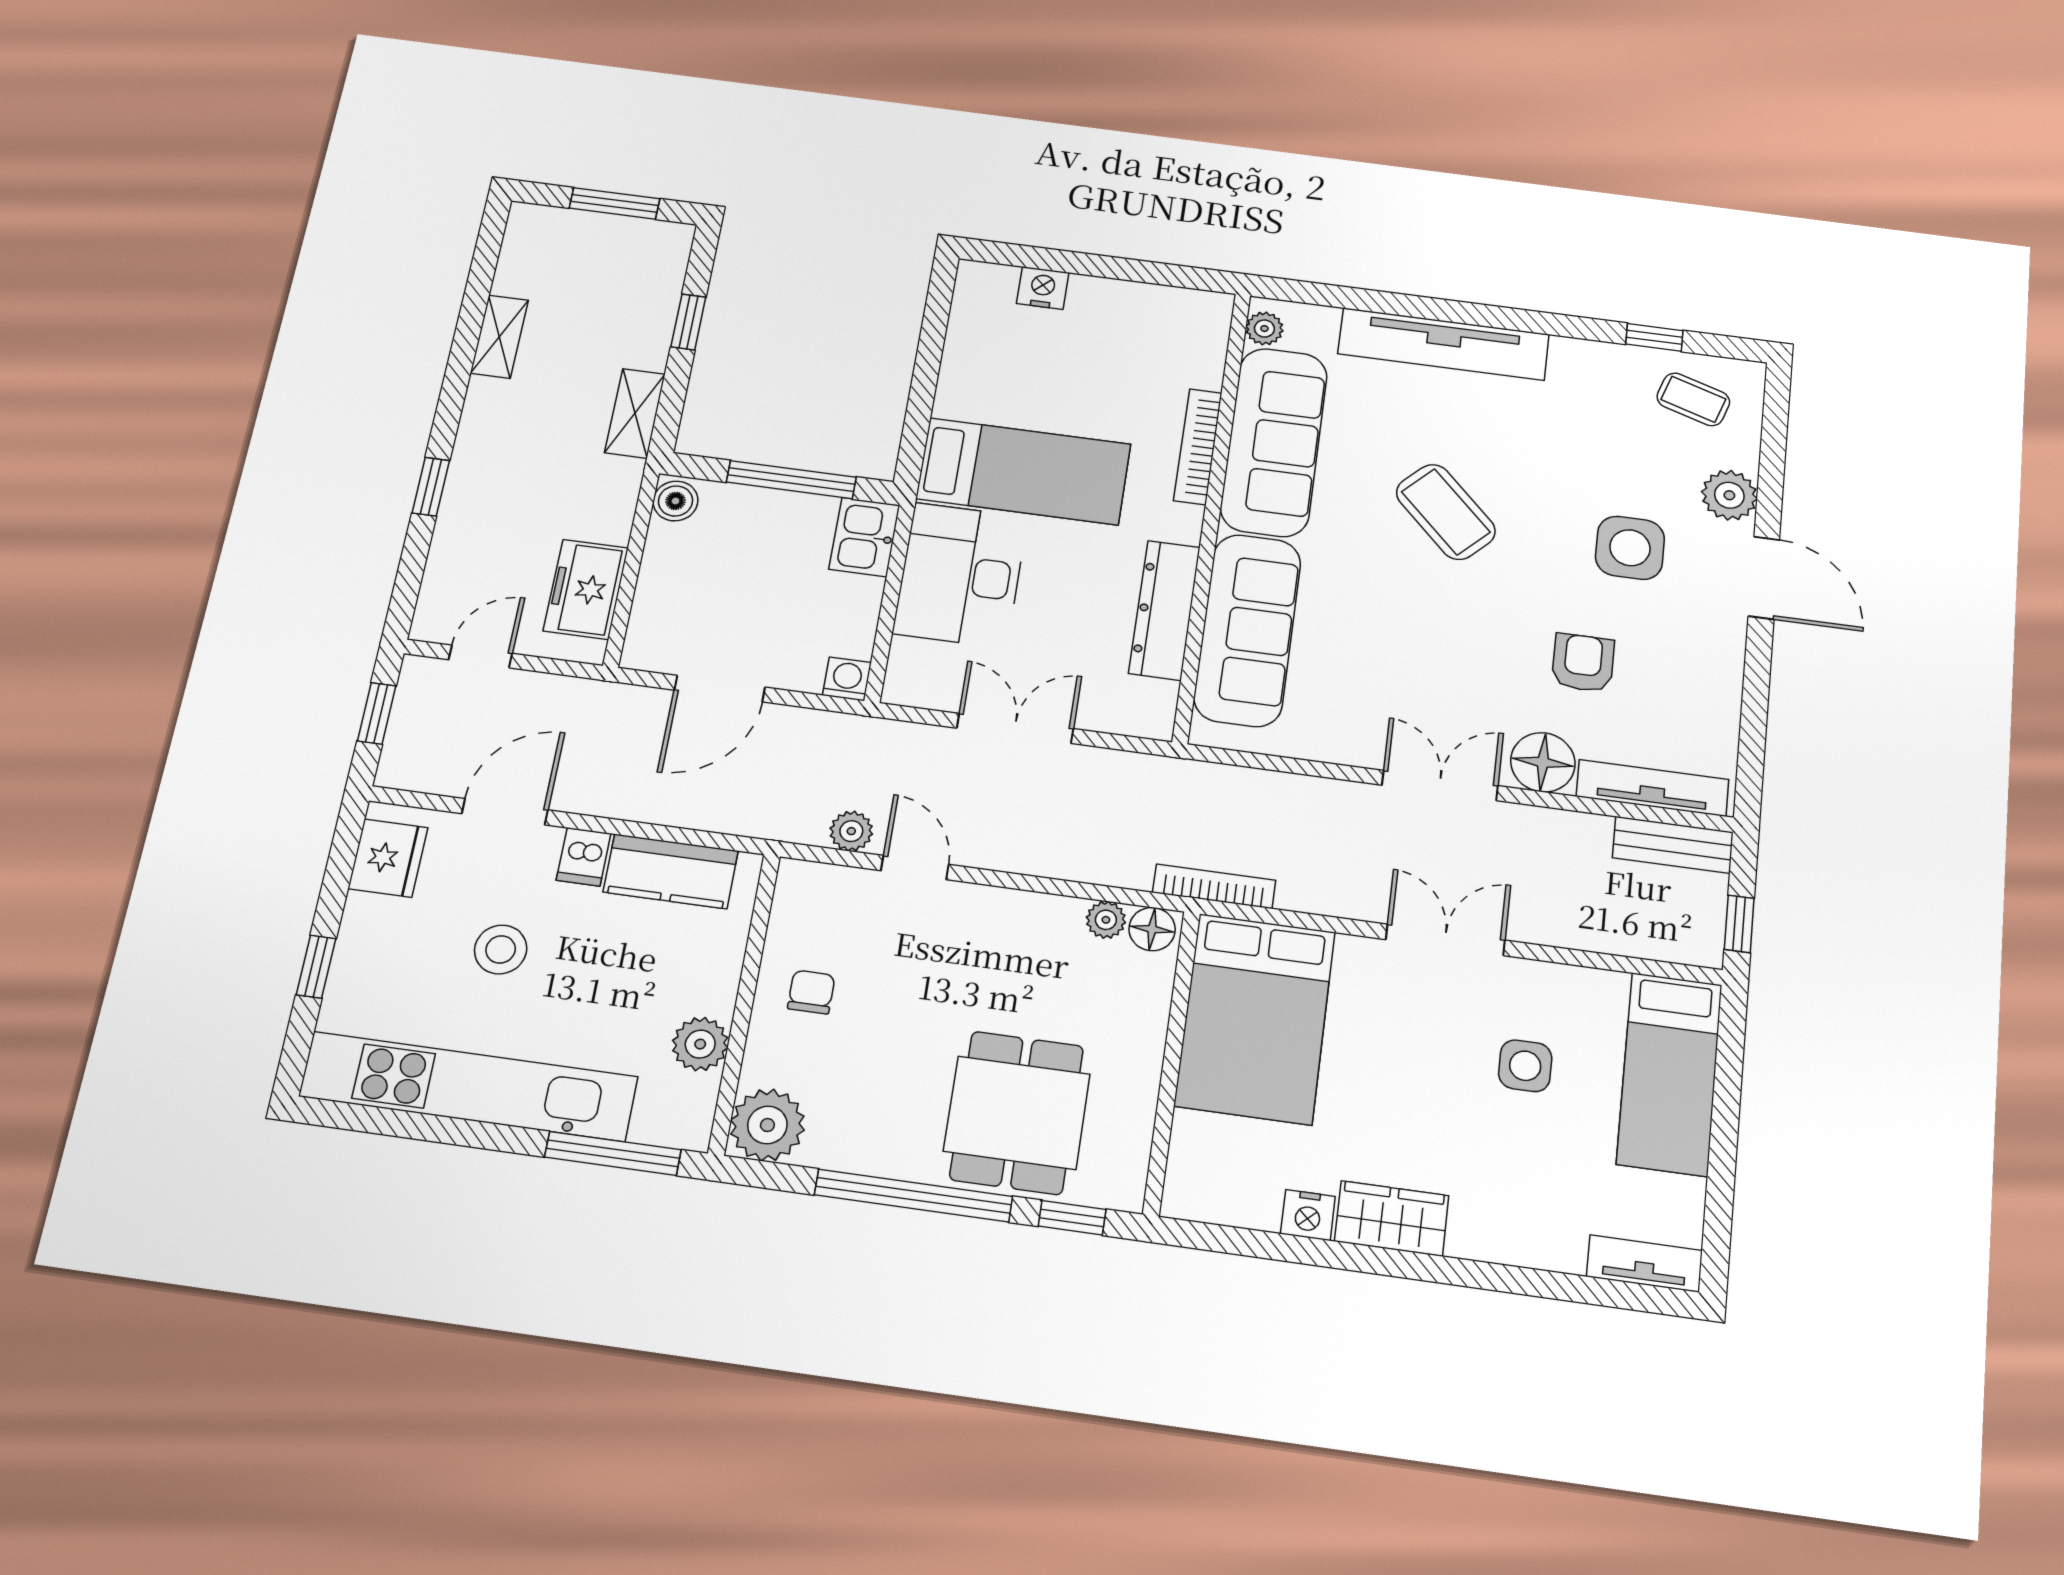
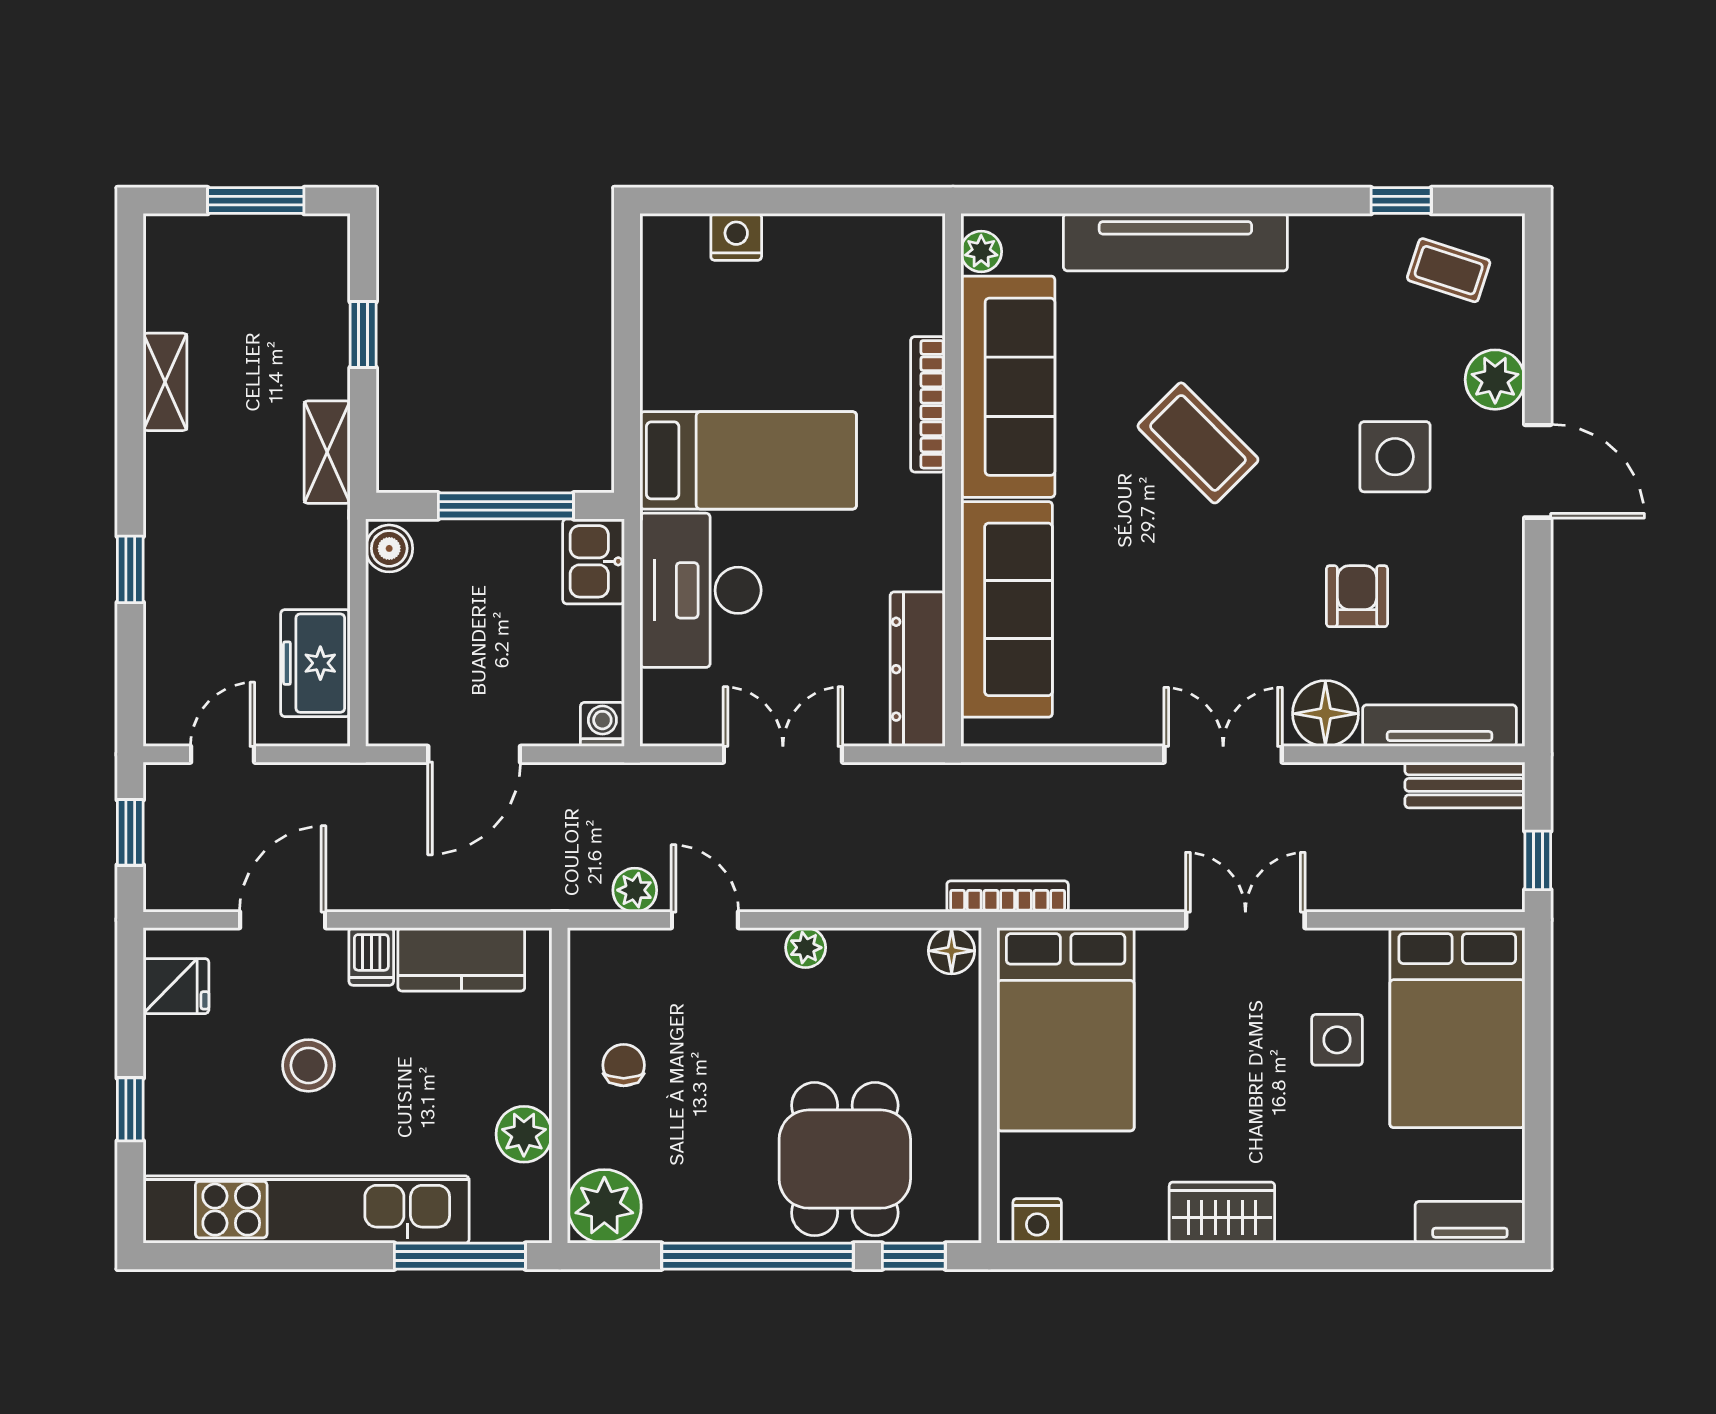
dresser: (1164, 610) -> (918, 669), moved
fridge: (388, 858) -> (176, 986), width x0.72
plant: (1106, 920) -> (806, 948), moved
bed: (1670, 1074) -> (1457, 1028), width x1.50
nightstand: (1308, 1215) -> (1037, 1221), moved

